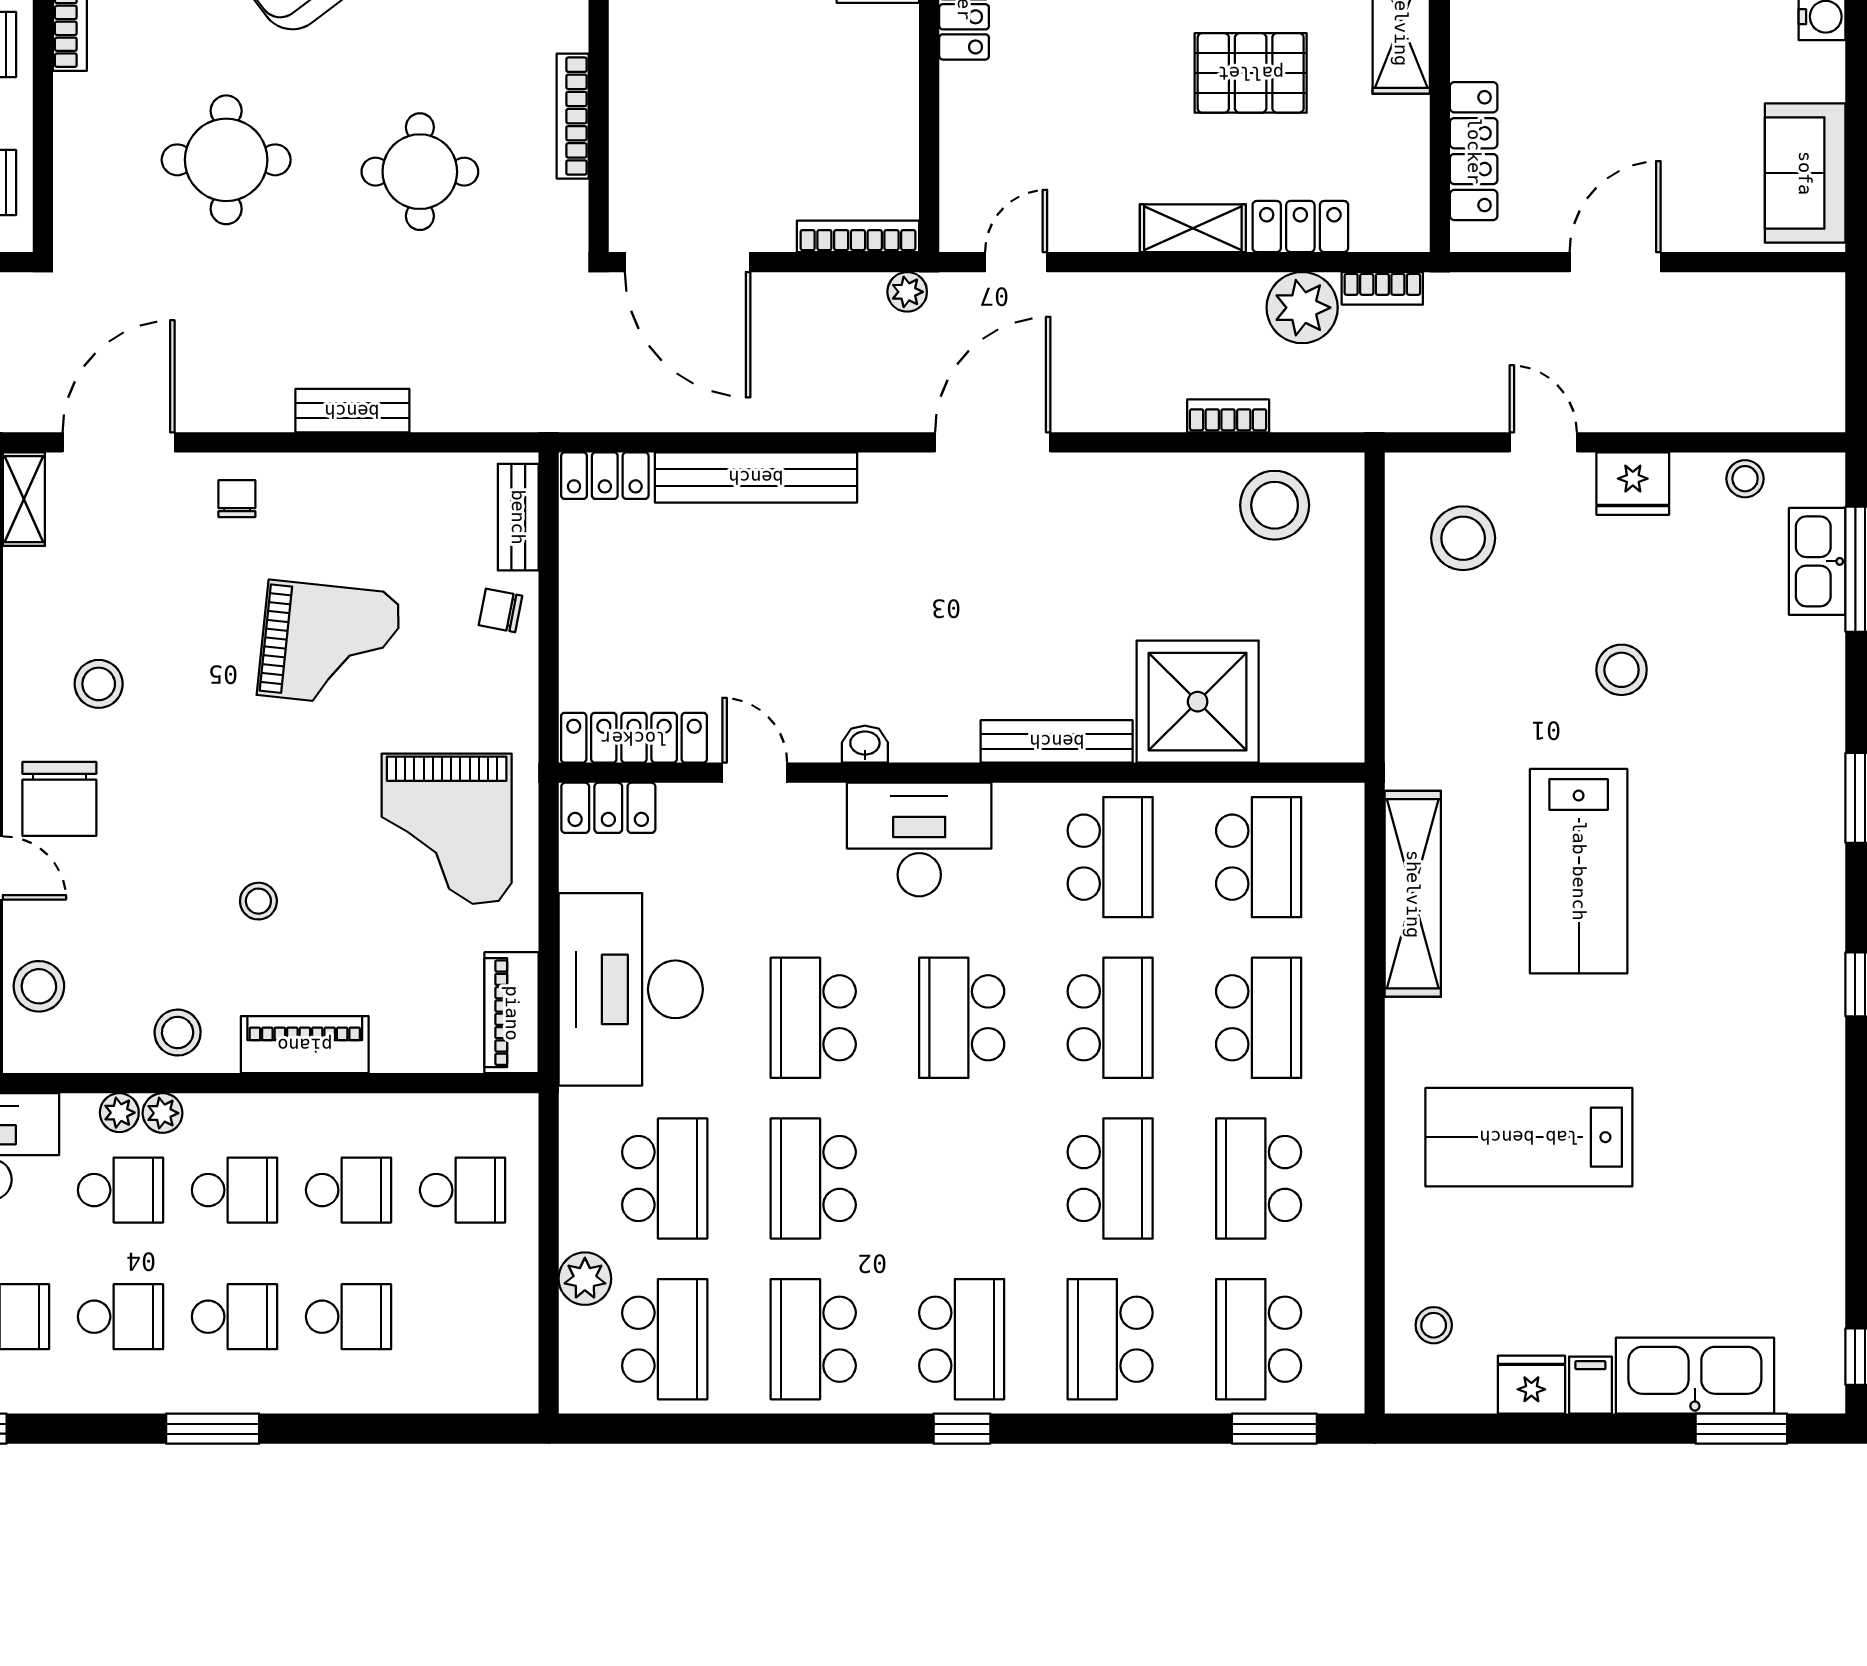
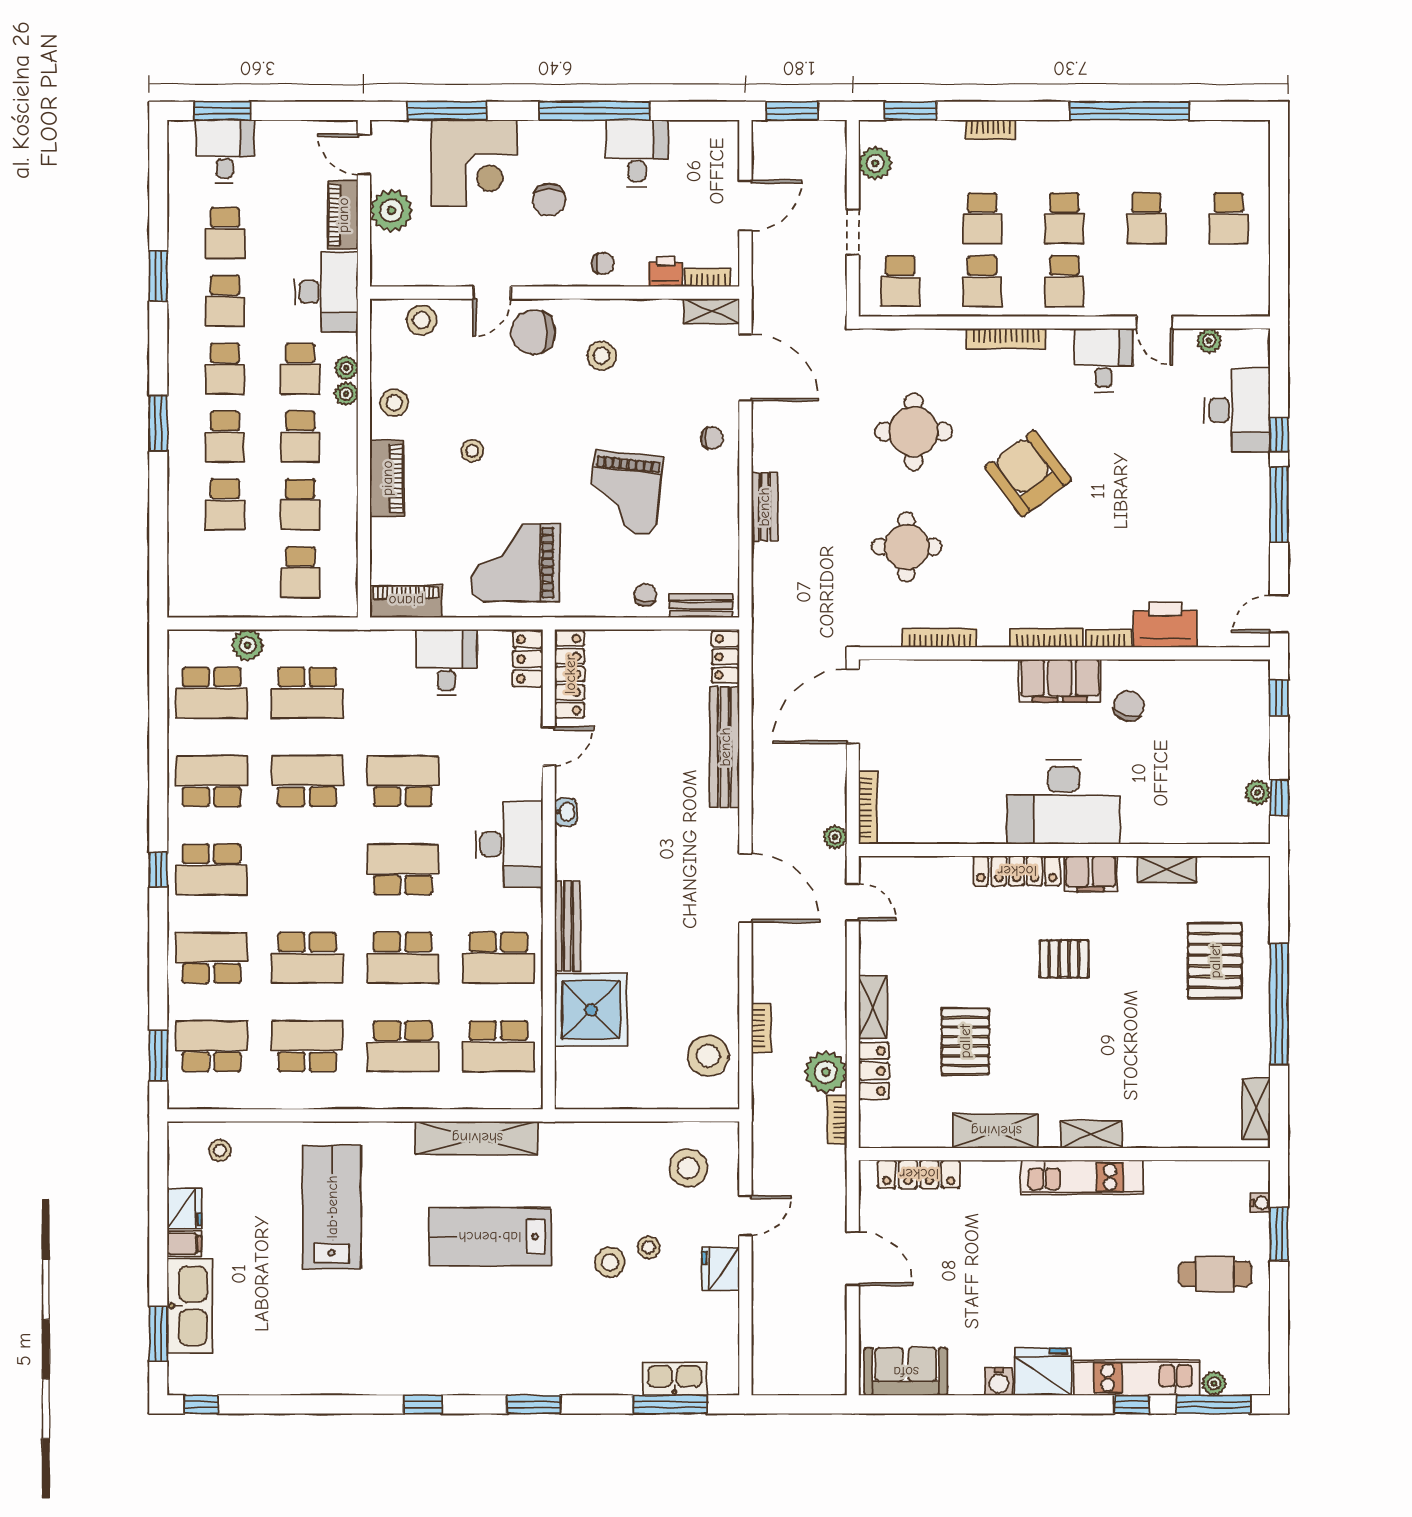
stool: (1745, 479) -> (649, 1247), moved
desk: (631, 989) -> (446, 662), width x0.53, depth x0.77

